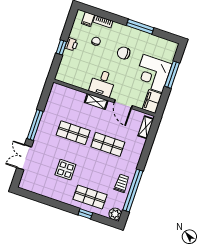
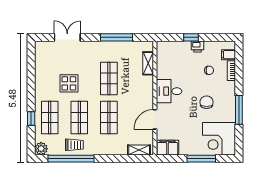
corner desk: (153, 74) -> (219, 139), moved, turned -90
shelving: (96, 102) -> (148, 63), moved
window: (35, 125) -> (116, 37), moved
shop shelf: (99, 171) -> (79, 117), added

